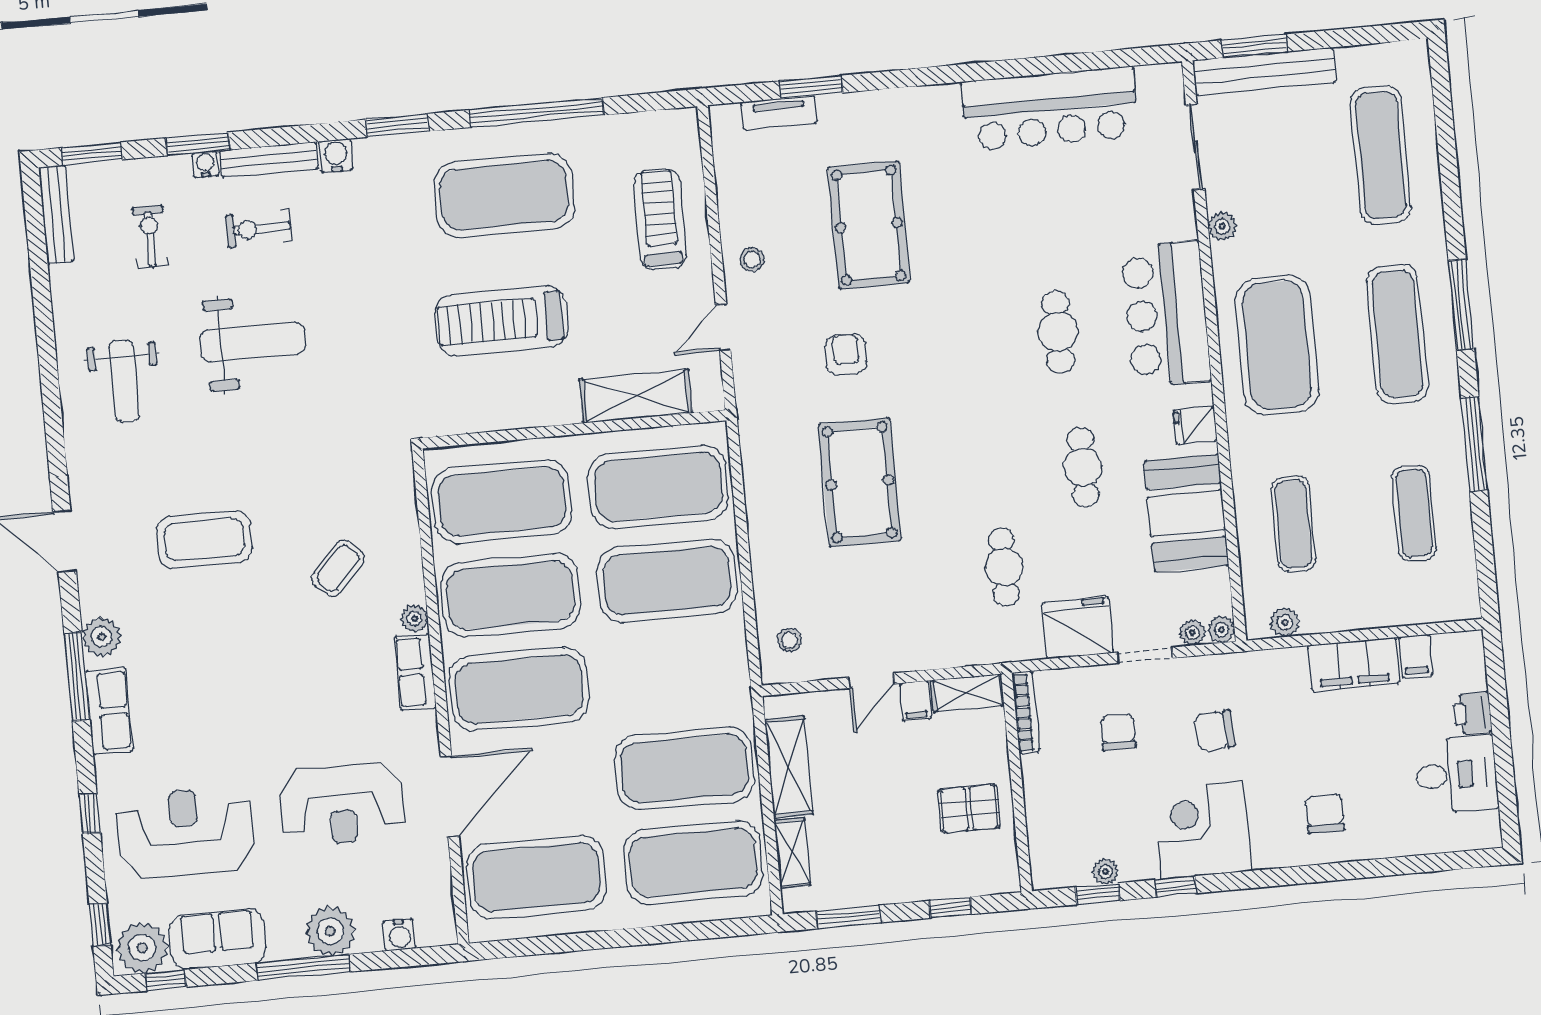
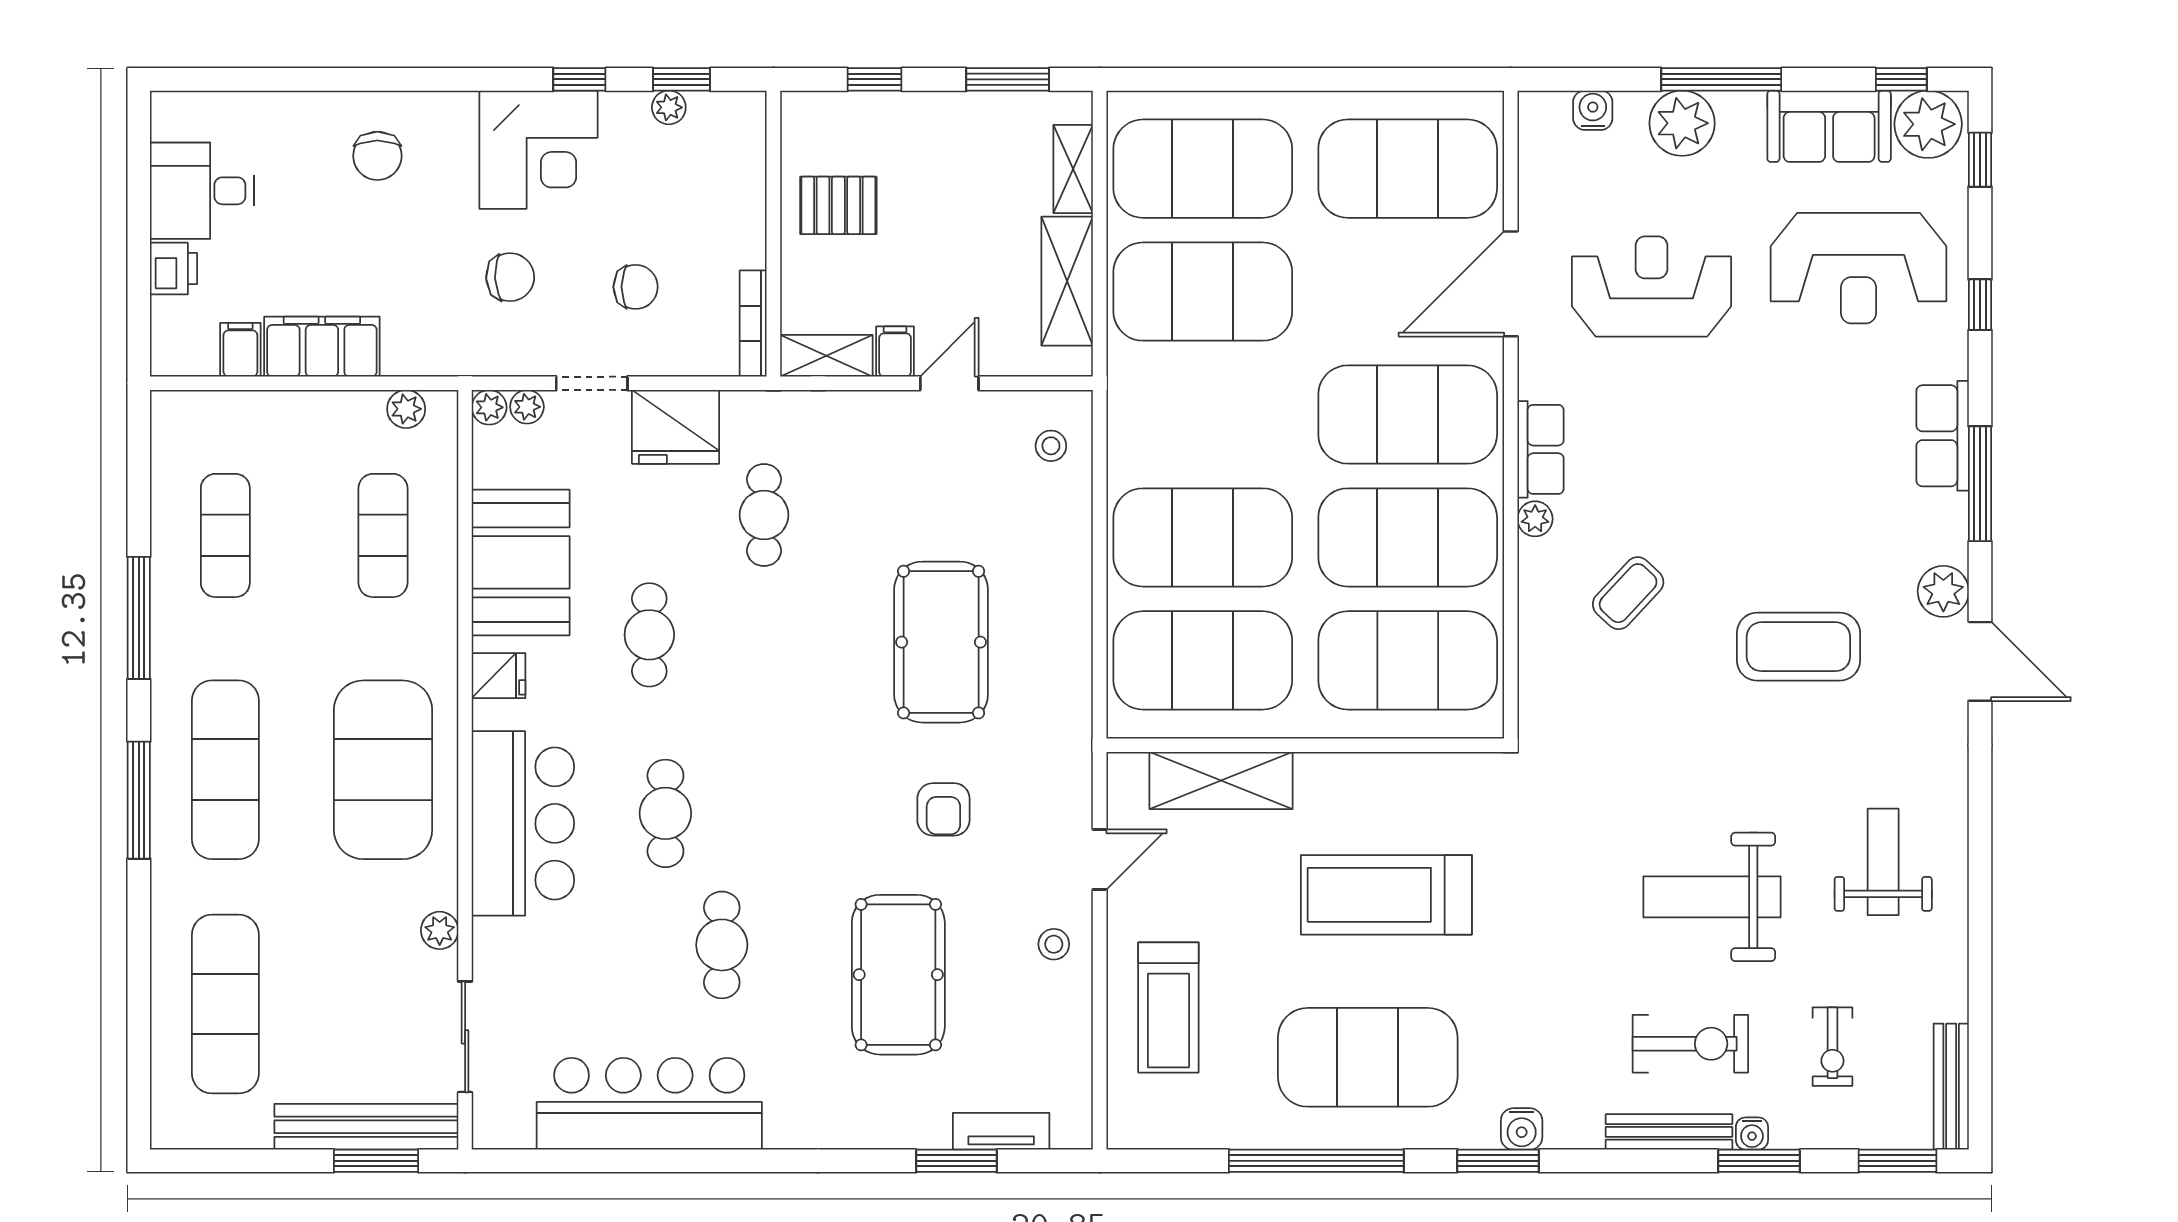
water cooler: (336, 156) -> (1522, 1129), moved
exercise bike: (259, 228) -> (1690, 1044), width x1.38, depth x1.39
cafe table: (1006, 235) -> (722, 945), added
treadmill: (501, 321) -> (1386, 895), turned 180
plant: (102, 637) -> (1943, 591), moved
chair: (1118, 732) -> (636, 287), turned -90

